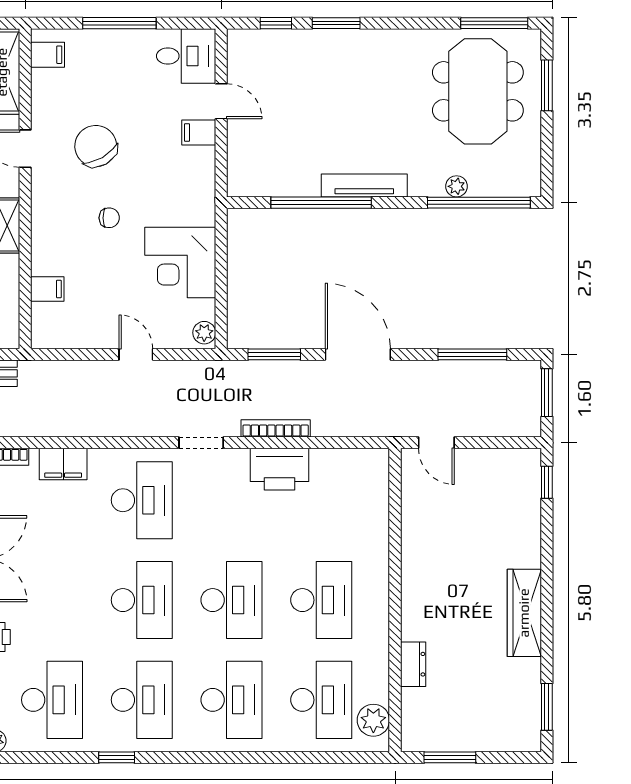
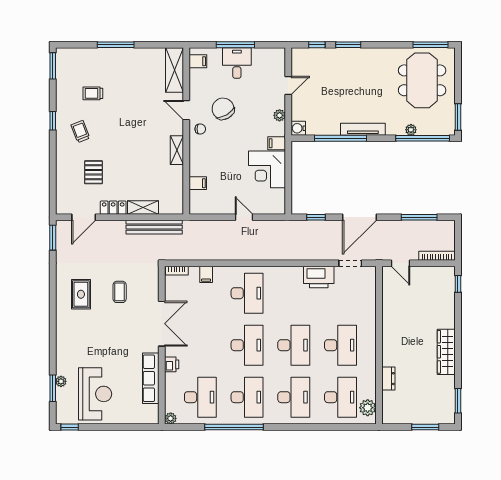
desk: (186, 56) -> (237, 63), moved, turned -90
window: (547, 85) -> (458, 117), moved
door: (221, 101) -> (288, 85), hinge flipped
filing cabinet: (199, 132) -> (277, 143), moved
water cooler: (240, 183) -> (298, 128), added
chair: (109, 218) -> (200, 129), moved
plant: (204, 333) -> (280, 115), moved
window: (274, 354) -> (316, 217), width x0.67
door: (358, 354) -> (360, 217), swing flipped
window: (547, 393) -> (458, 237), removed
bookcase: (276, 428) -> (437, 256), moved
doorway: (201, 443) -> (350, 263), moved
filing cabinet: (63, 464) -> (206, 274), width x0.50
window: (117, 757) -> (234, 427), width x3.17
window: (450, 757) -> (425, 427), moved

